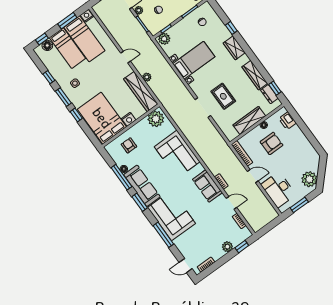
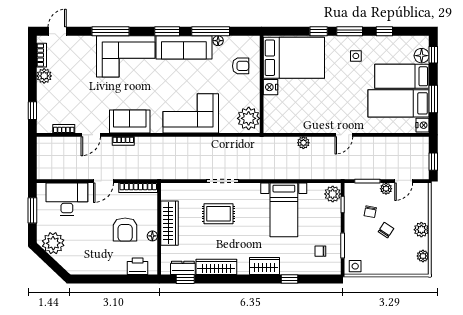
wardrobe: (141, 91) -> (292, 124), removed
plant: (227, 247) -> (44, 76), moved

